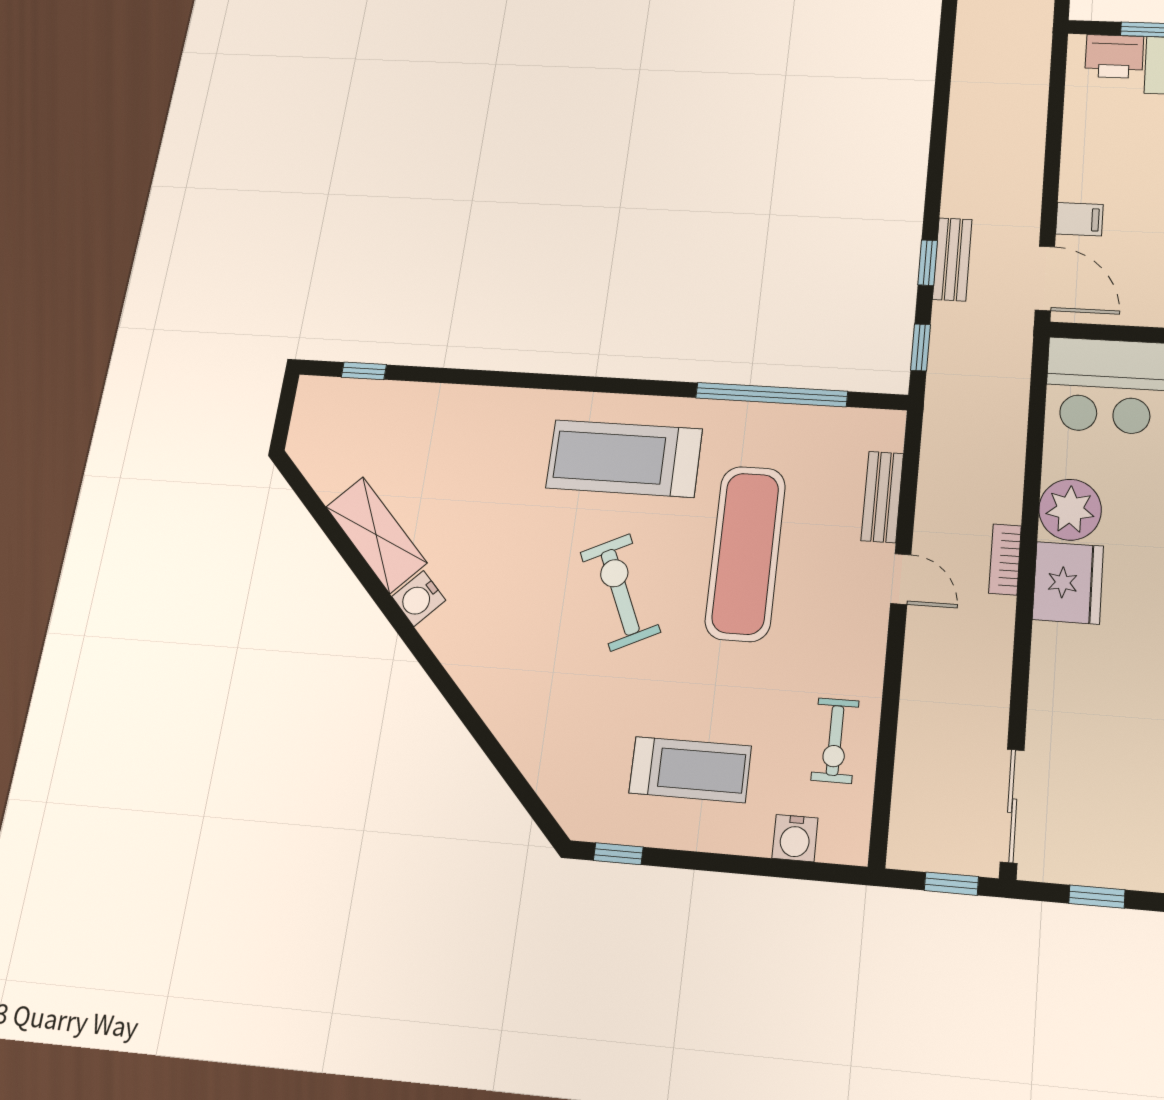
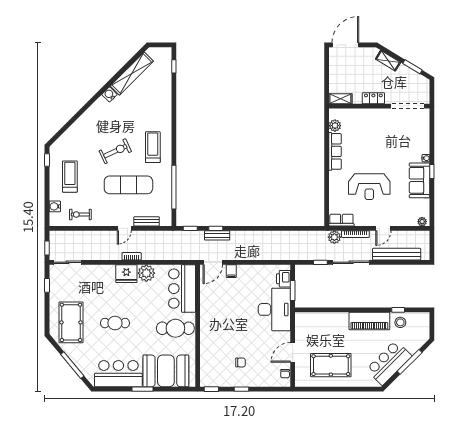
treadmill: (624, 458) -> (153, 147), width x0.73, depth x0.73
shelving: (376, 535) -> (132, 74), width x1.47
treadmill: (690, 770) -> (70, 177), turned 180

